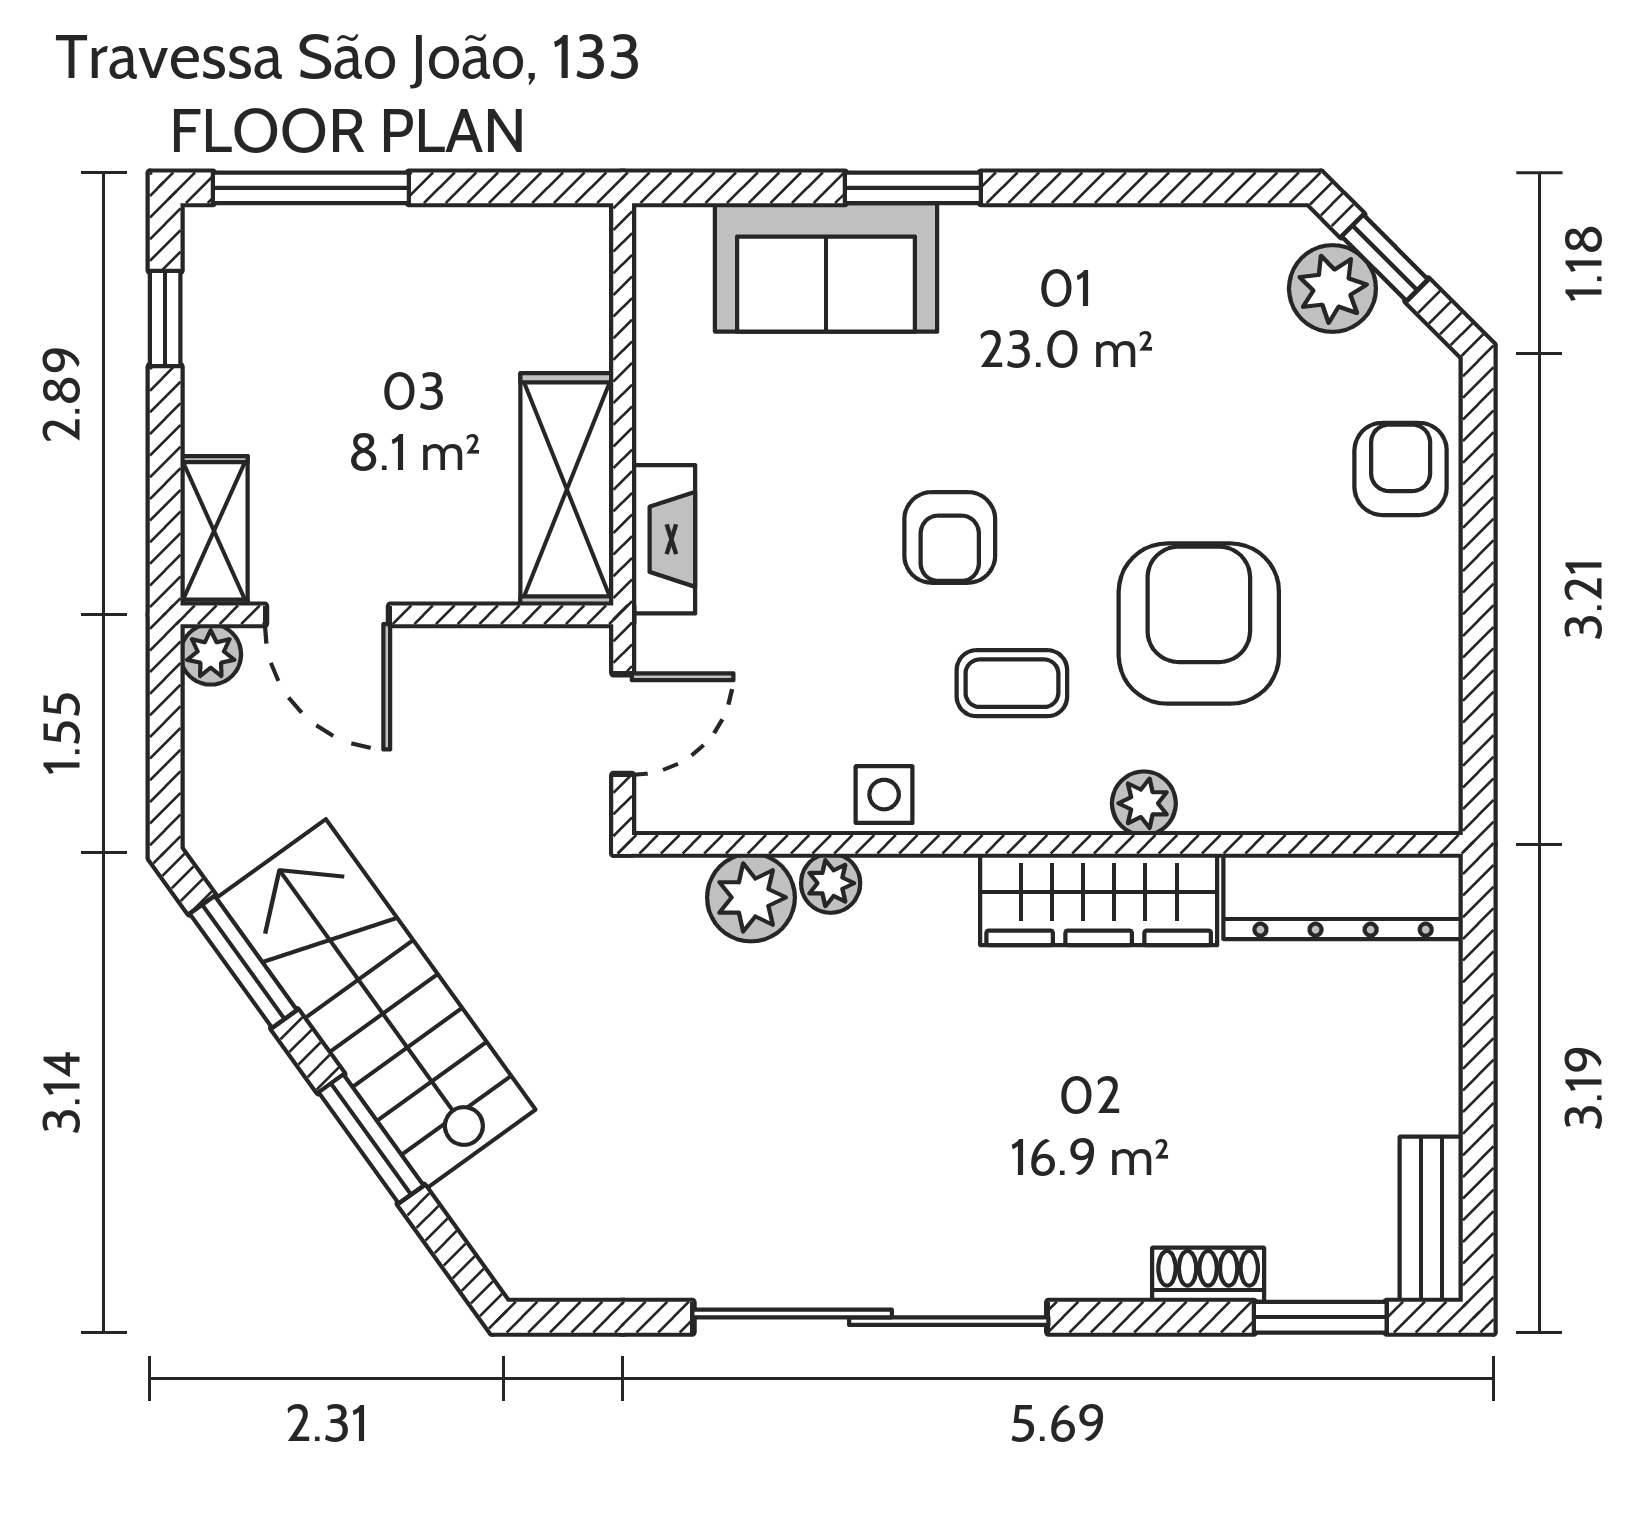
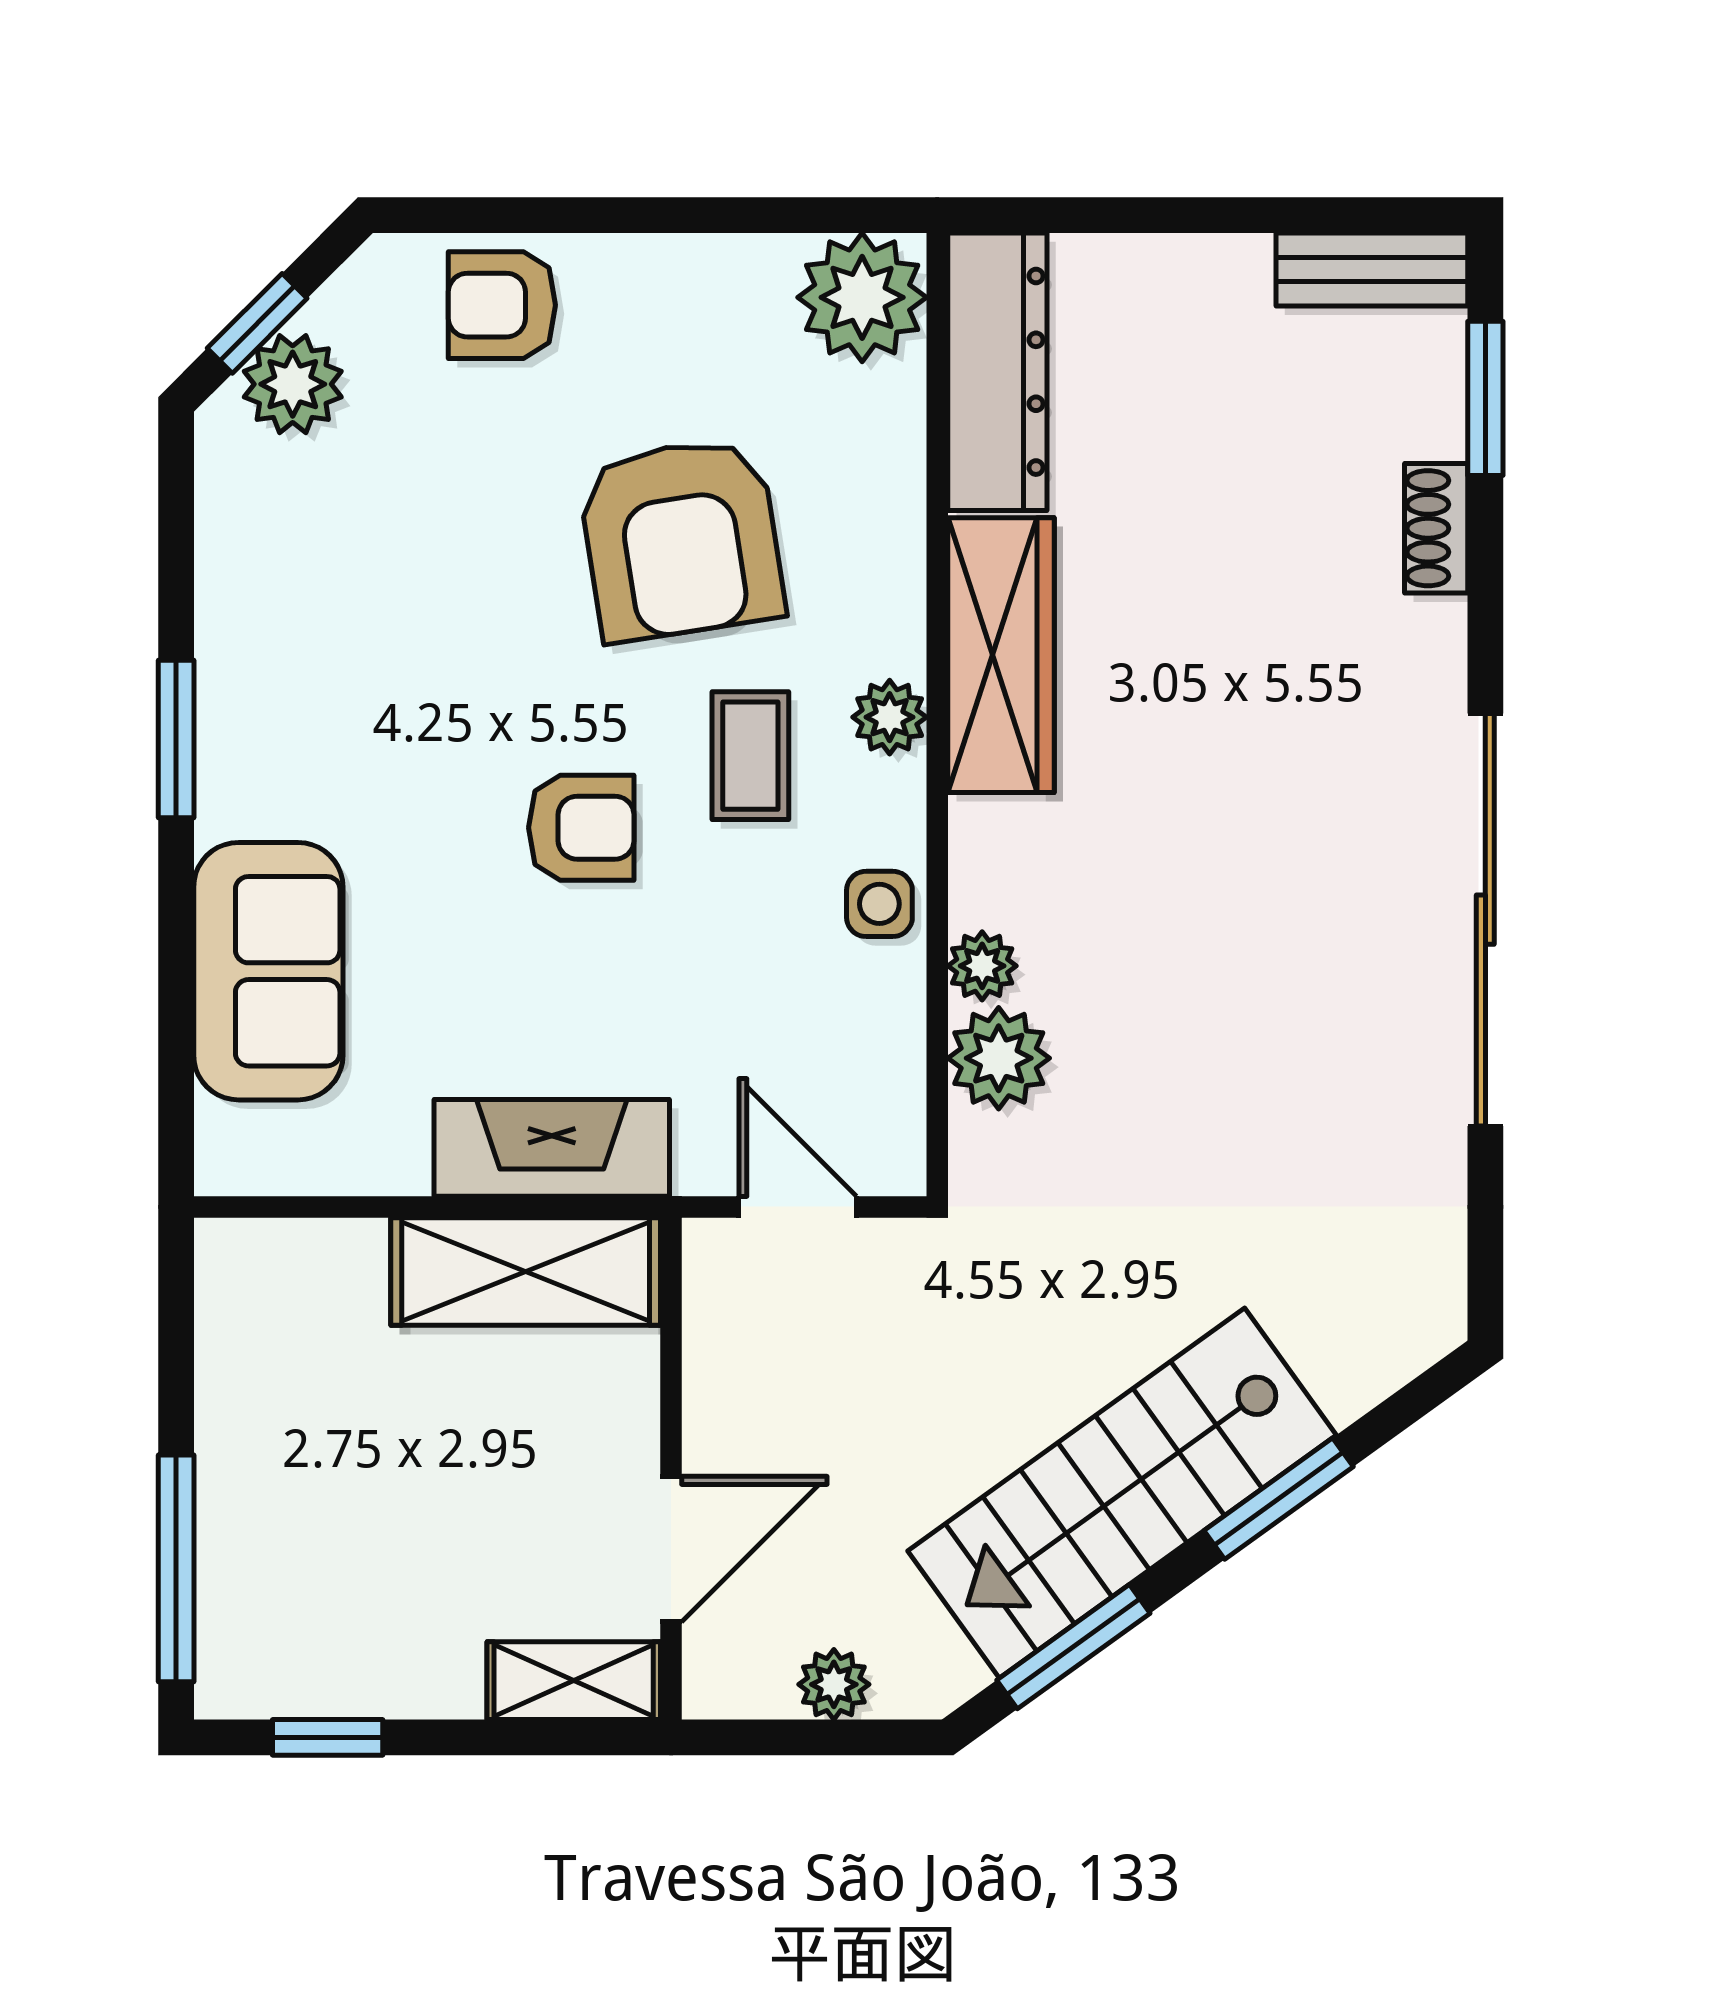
window: (913, 188) -> (176, 739), moved
fireplace: (664, 539) -> (552, 1148), width x1.37, depth x1.32
armchair: (1199, 624) -> (681, 539), turned -99
plant: (211, 654) -> (834, 1684), moved
plant: (1407, 780) -> (862, 297), added
plant: (1144, 803) -> (890, 717), moved

